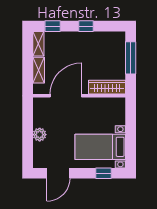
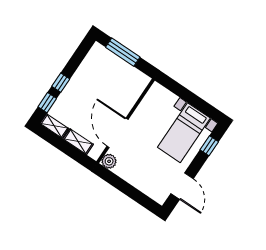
window: (86, 26) -> (61, 83), moved
wardrobe: (107, 87) -> (135, 91), removed
plant: (40, 135) -> (109, 161), moved

